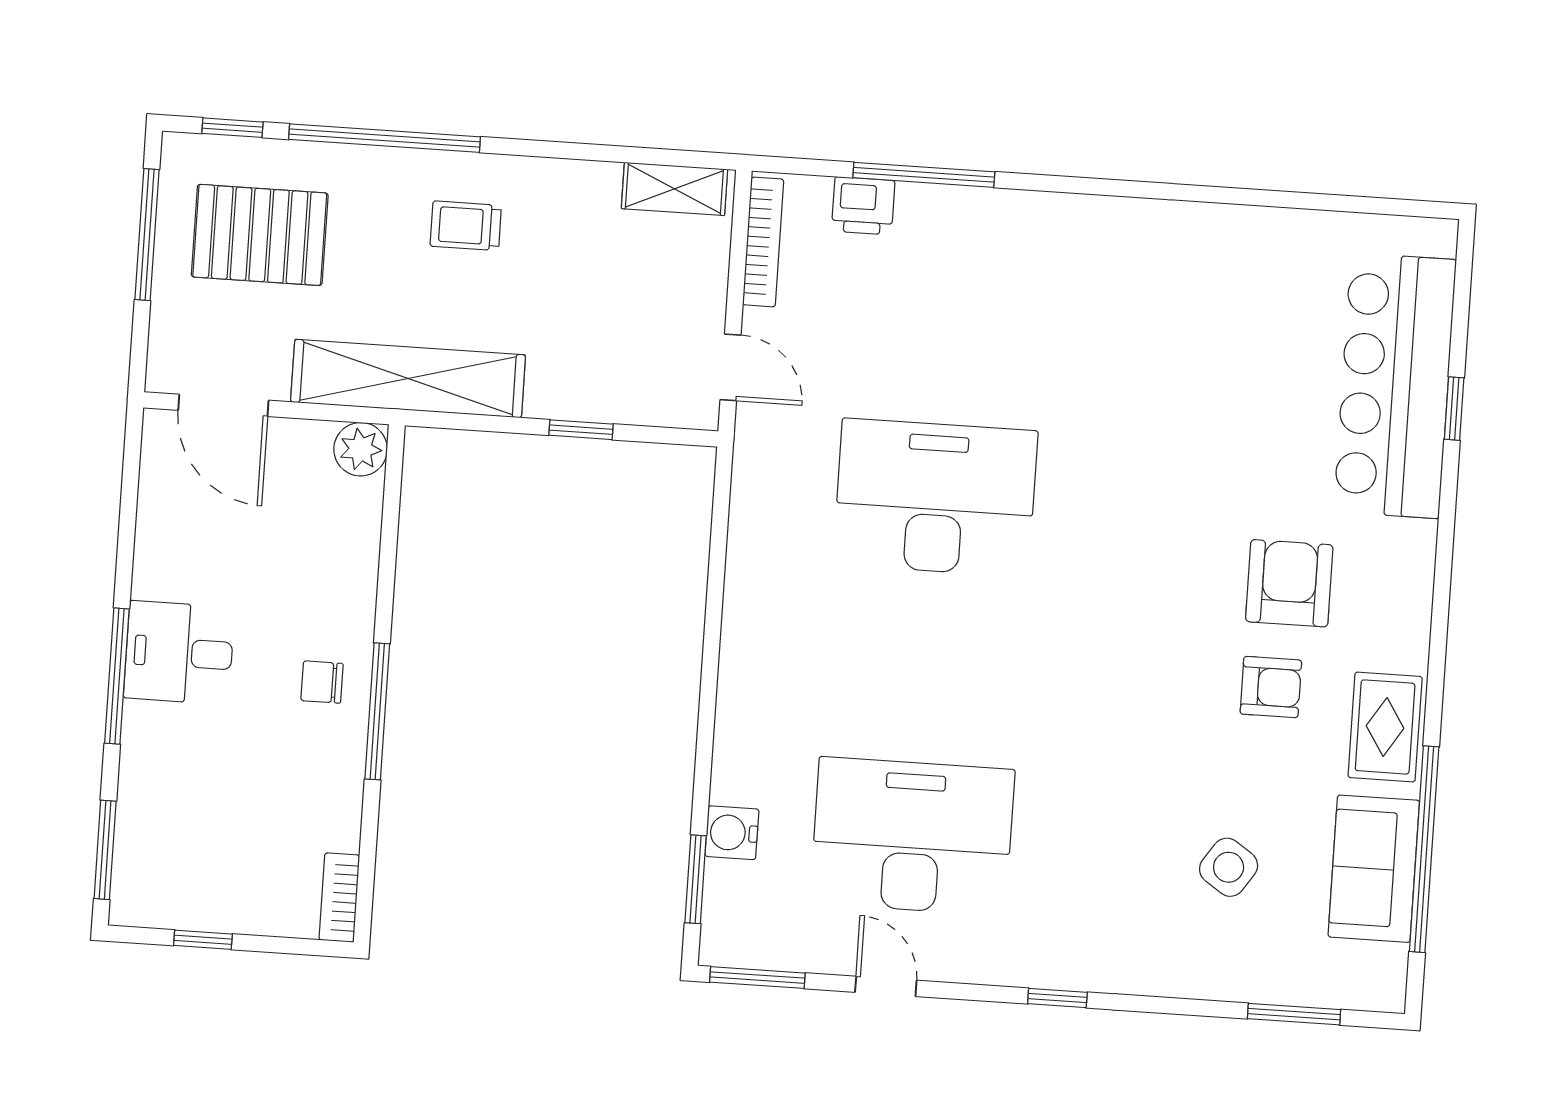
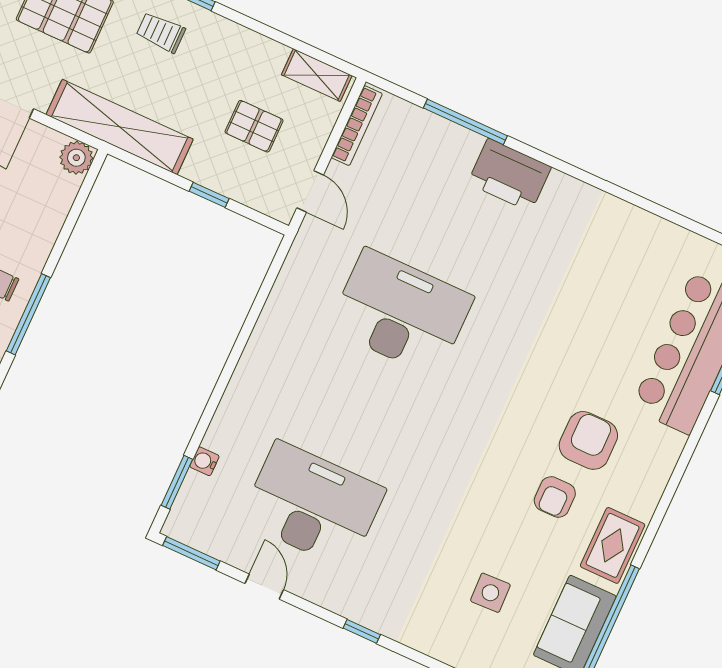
printer: (863, 206) -> (509, 175), moved, width x1.87, depth x1.48
trolley: (466, 226) -> (161, 32), moved
pallet: (609, 301) -> (254, 126), added
armchair: (1271, 687) -> (555, 497), turned 90
water cooler: (732, 833) -> (204, 461), width x0.72, depth x0.72
side table: (1229, 867) -> (490, 593), turned -36

